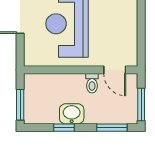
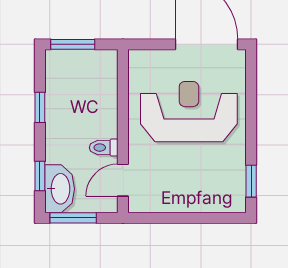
washbasin: (72, 114) -> (60, 189), moved, width x1.38
window: (112, 128) -> (40, 176), width x0.67

